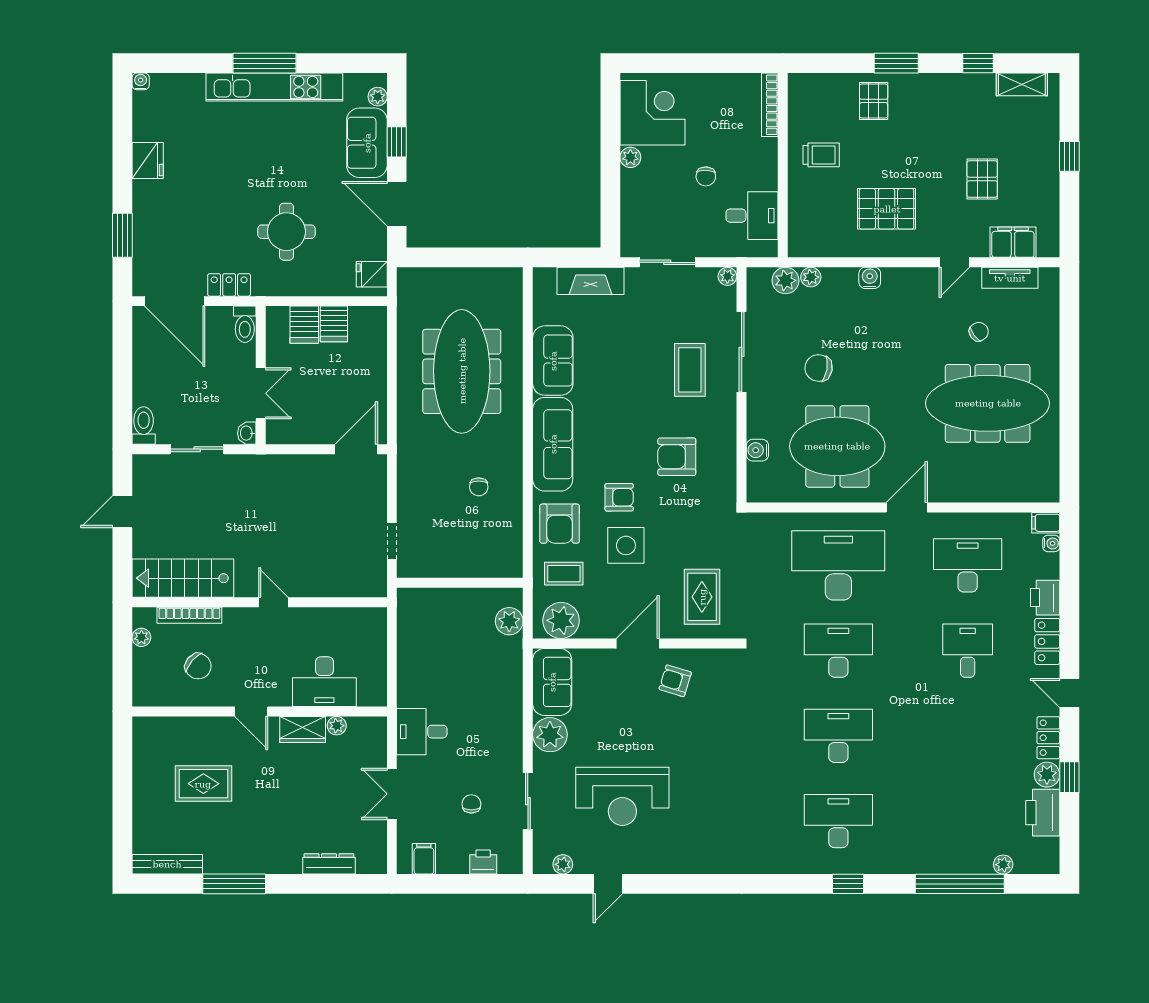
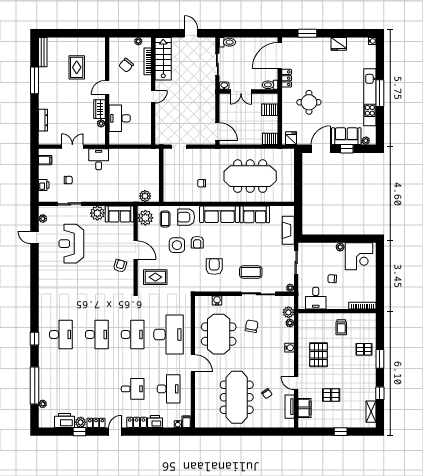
server rack: (334, 324) -> (270, 139), moved

